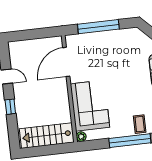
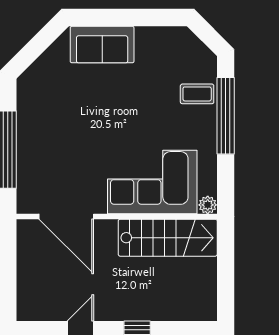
stairs: (47, 136) -> (168, 238), moved, turned -90

